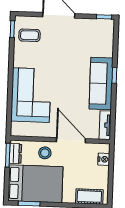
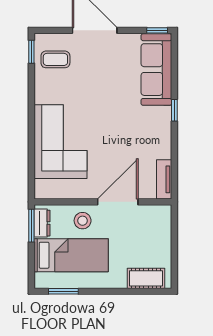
sofa: (101, 83) -> (156, 70), moved
door: (71, 140) -> (118, 202), hinge flipped
nightstand: (104, 159) -> (164, 226), removed
bed: (35, 184) -> (71, 255), width x0.67

